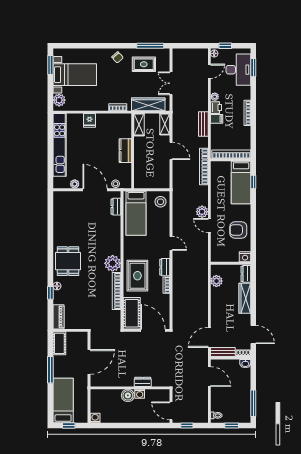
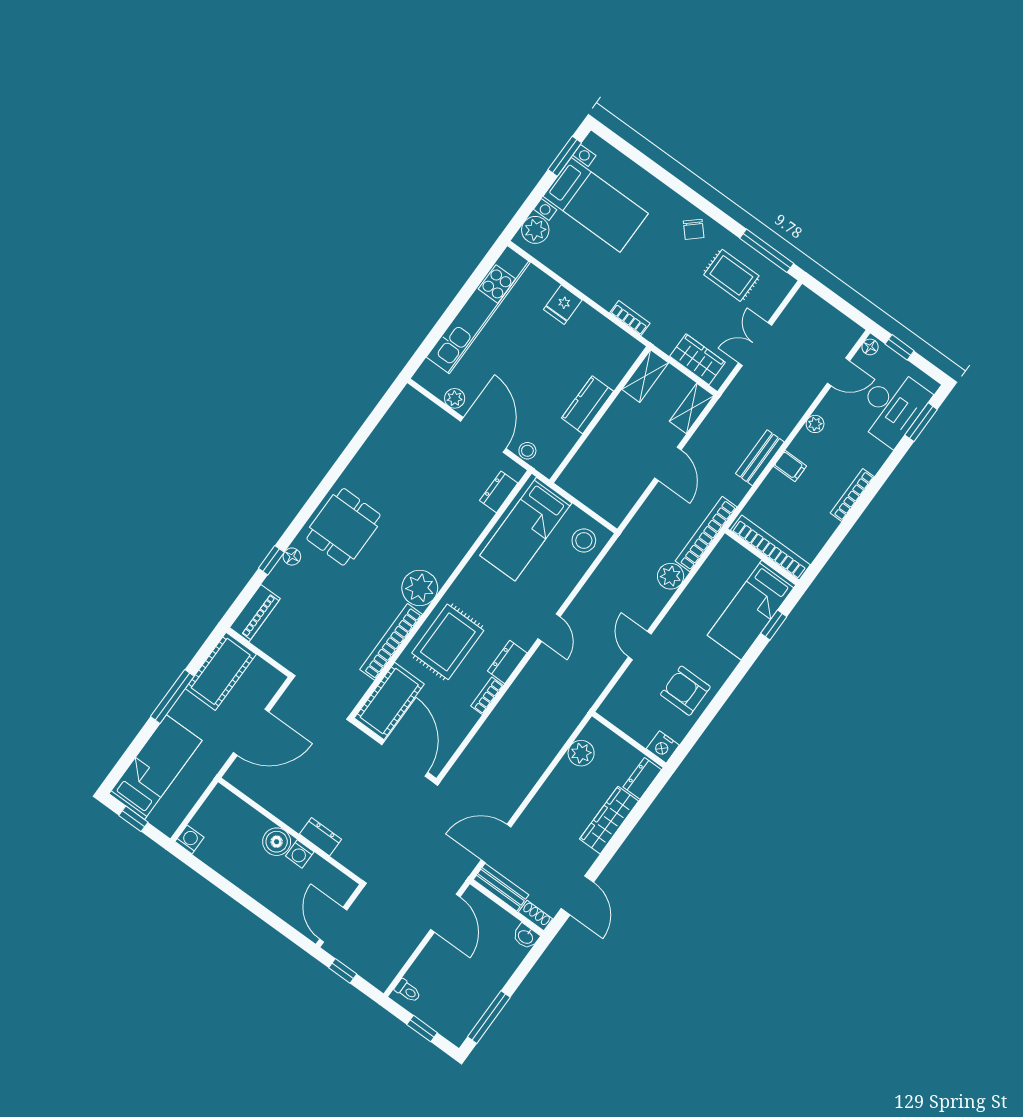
wardrobe: (148, 104) -> (697, 359), width x0.67
printer: (216, 108) -> (804, 445), removed
plant: (202, 212) -> (671, 576), moved
cot: (59, 343) -> (221, 671), width x1.37, depth x1.34

